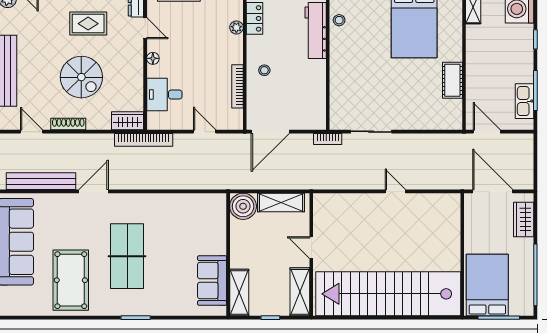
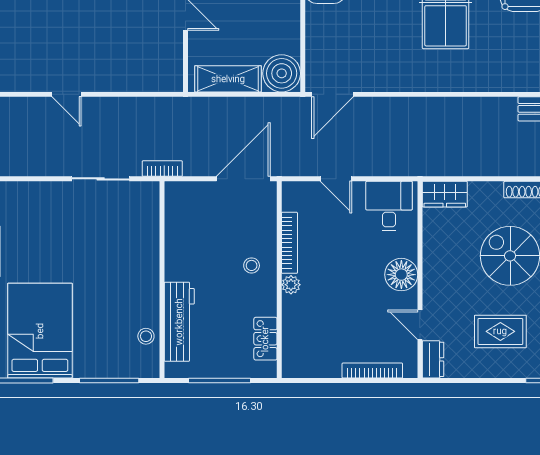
plant: (236, 27) -> (291, 285), moved
floor lamp: (153, 58) -> (401, 275), width x1.89, depth x1.89
desk: (164, 95) -> (389, 206), moved, turned -90
bookcase: (144, 140) -> (422, 167), removed
door: (94, 191) -> (333, 94), moved

